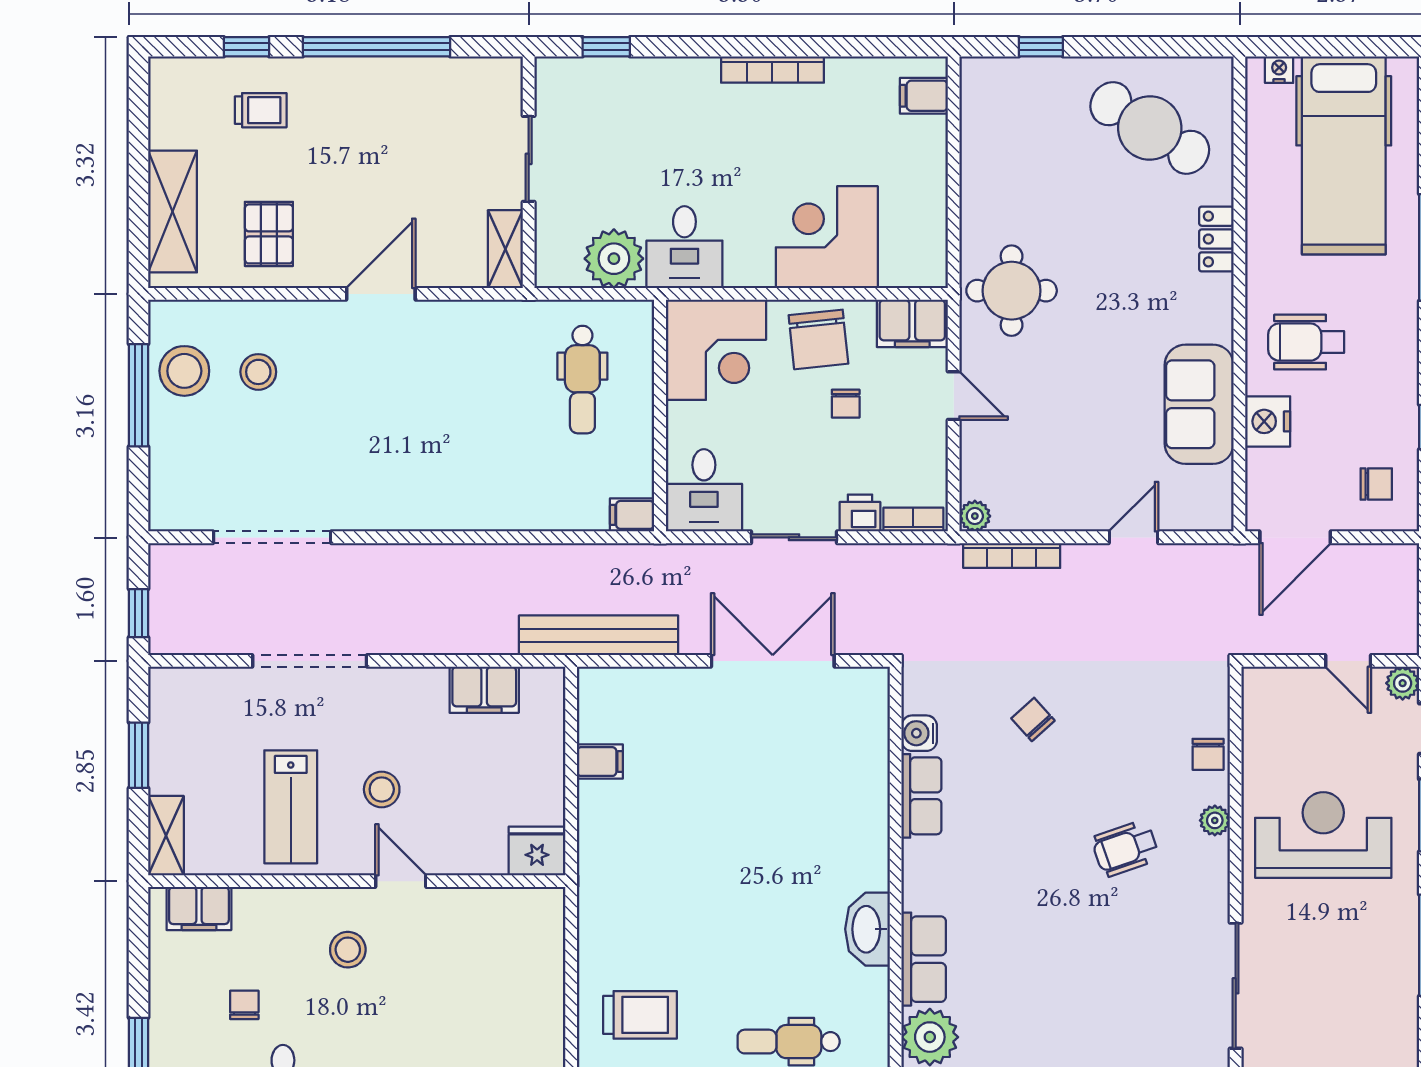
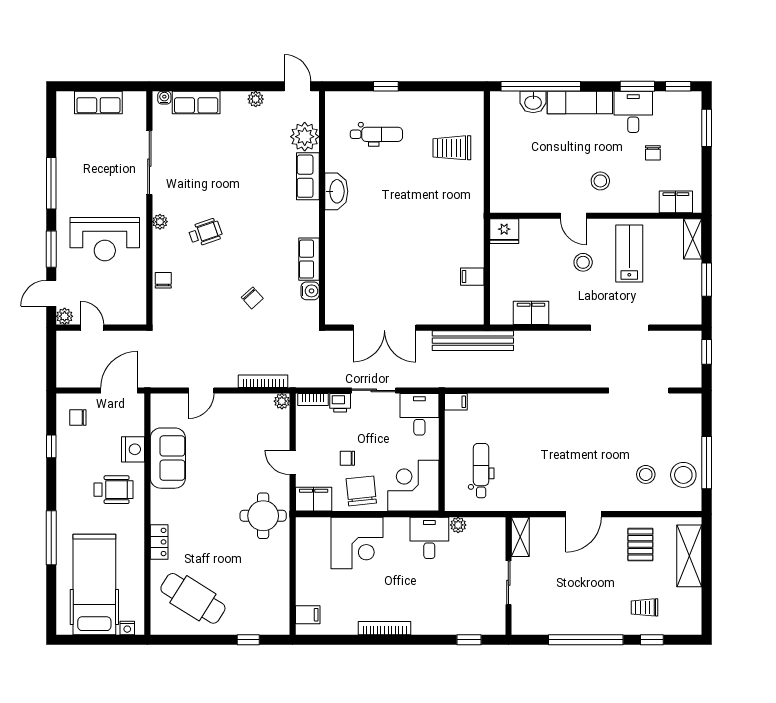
plant: (614, 259) -> (458, 525), width x0.53, depth x0.53
chair: (846, 404) -> (347, 458), turned -90
plant: (1215, 820) -> (160, 222), moved

